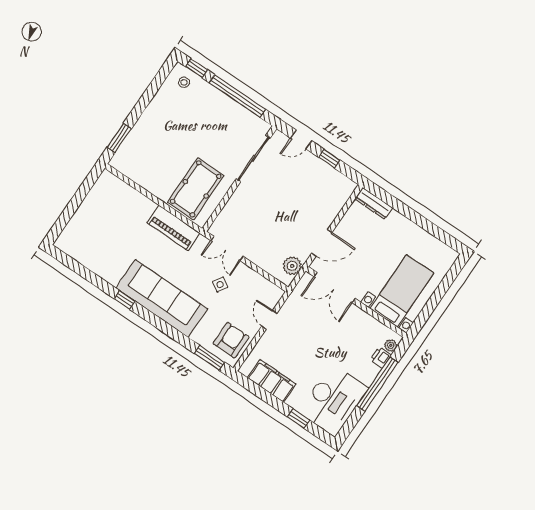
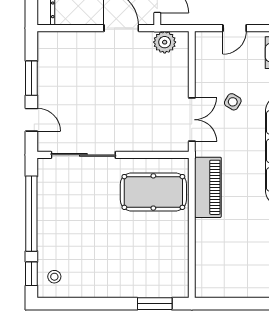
window: (329, 159) -> (31, 78), width x1.50

